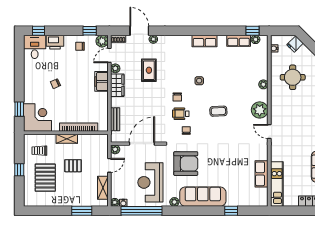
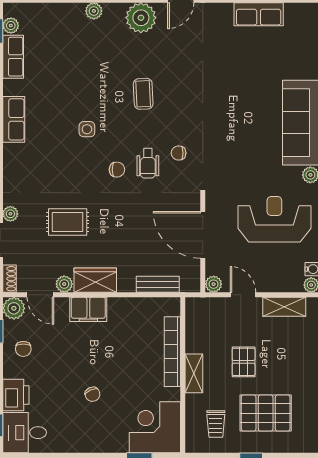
armchair: (186, 164) -> (240, 154), removed
reception desk: (150, 182) -> (274, 219), turned 180

